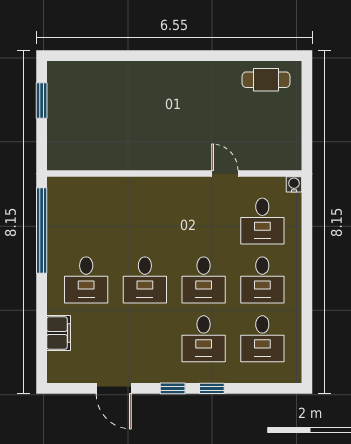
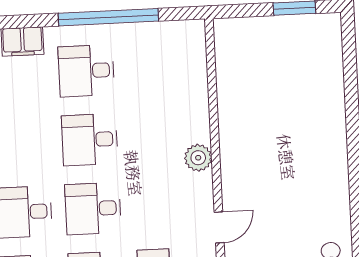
plant: (165, 188) -> (198, 158), added
window: (42, 230) -> (108, 17), moved

